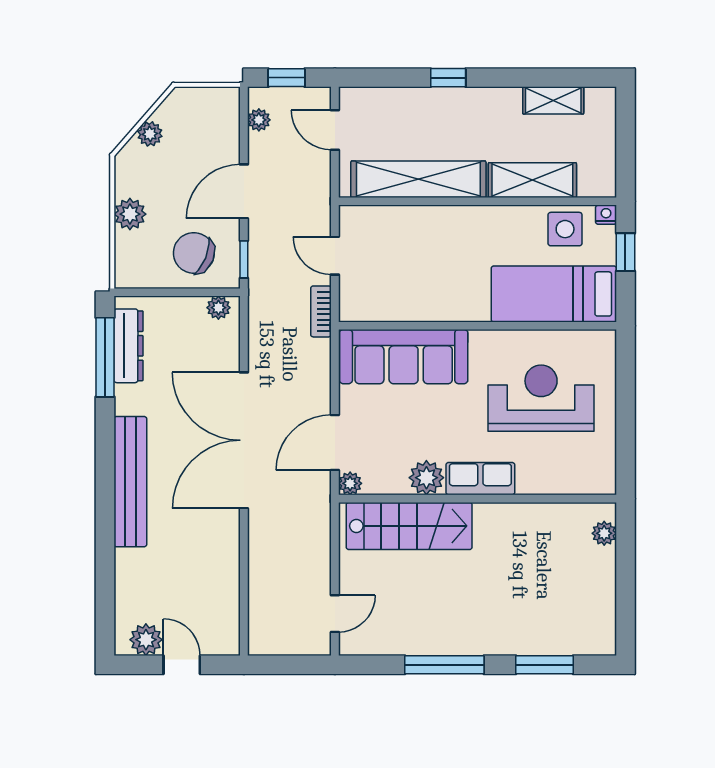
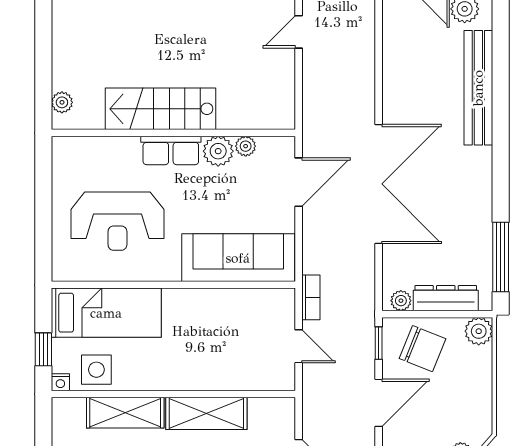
shelving: (418, 179) -> (206, 413), width x0.68
plant: (130, 214) -> (479, 331), moved
dresser: (129, 346) -> (446, 298), moved, turned 90
bench: (130, 482) -> (478, 88), moved
plant: (350, 483) -> (246, 146), moved
stairs: (409, 526) -> (161, 109), moved

